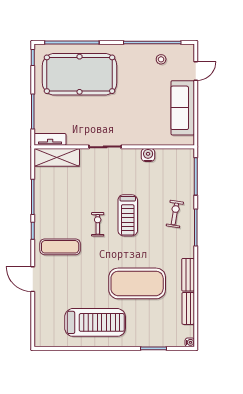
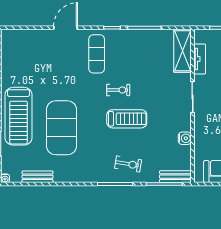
tv unit: (50, 139) -> (200, 59), moved
treadmill: (128, 215) -> (127, 119), turned 180
bench: (188, 275) -> (175, 177), moved
treadmill: (95, 322) -> (19, 116), moved

